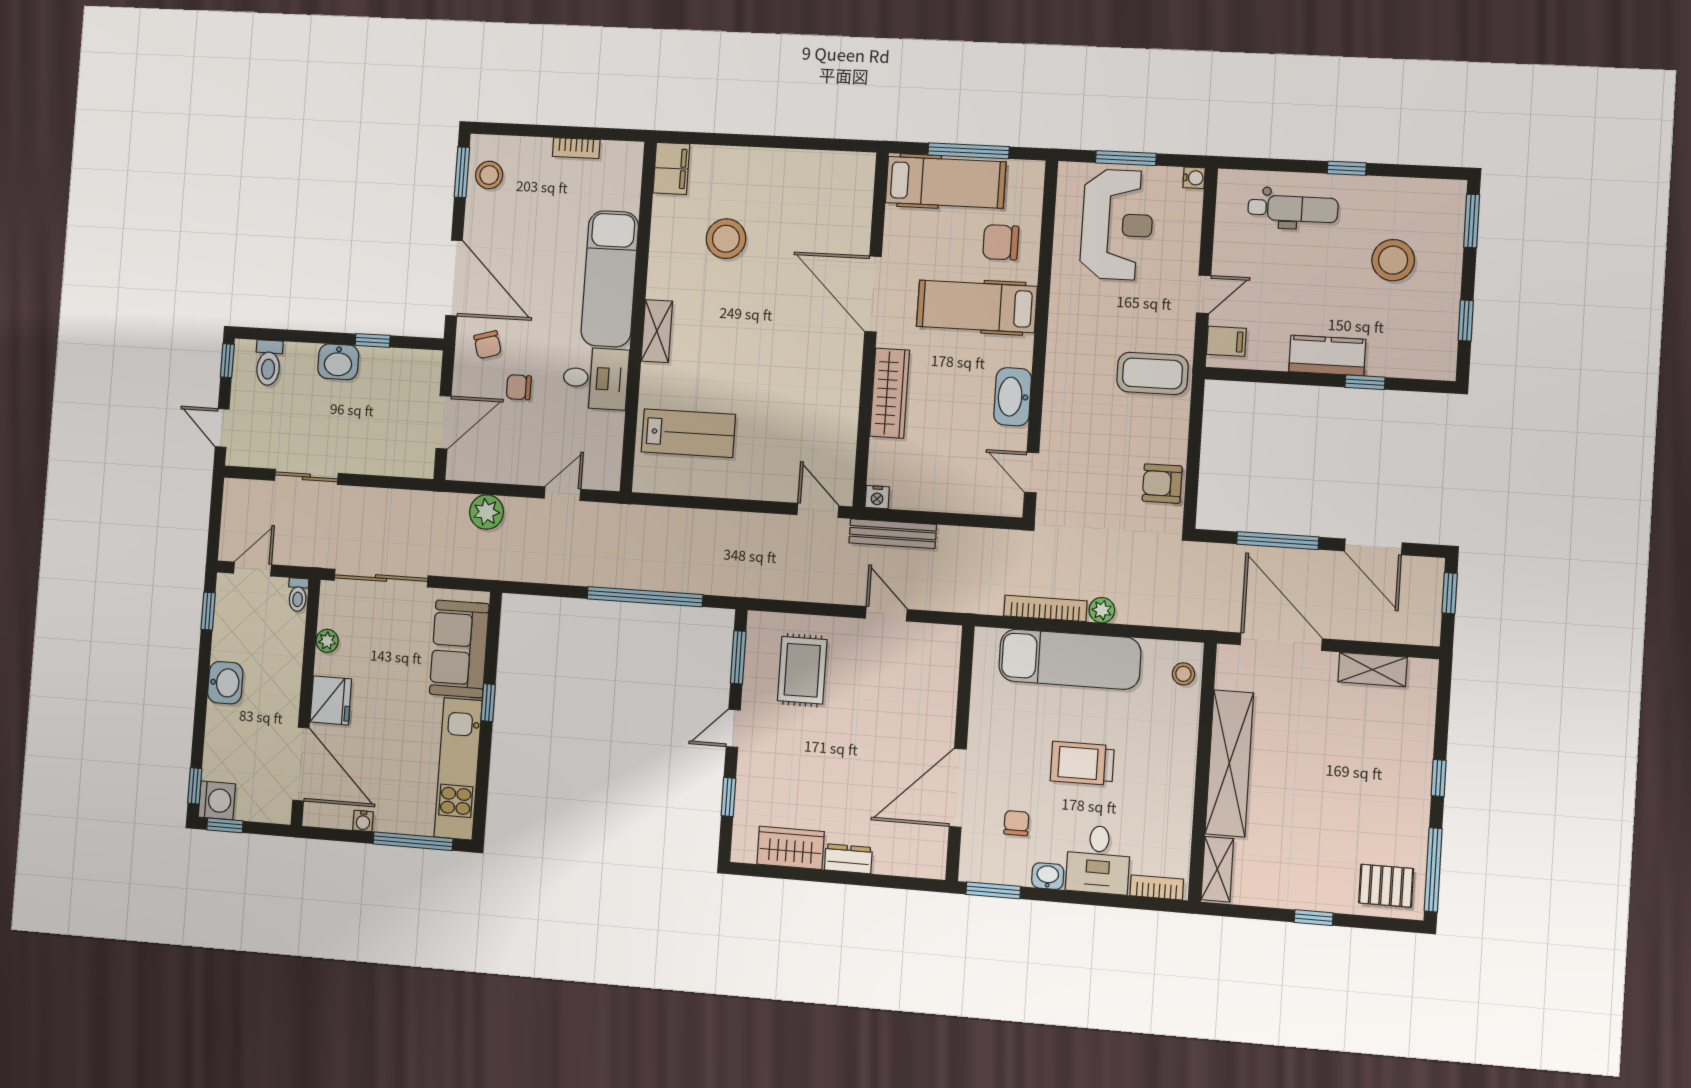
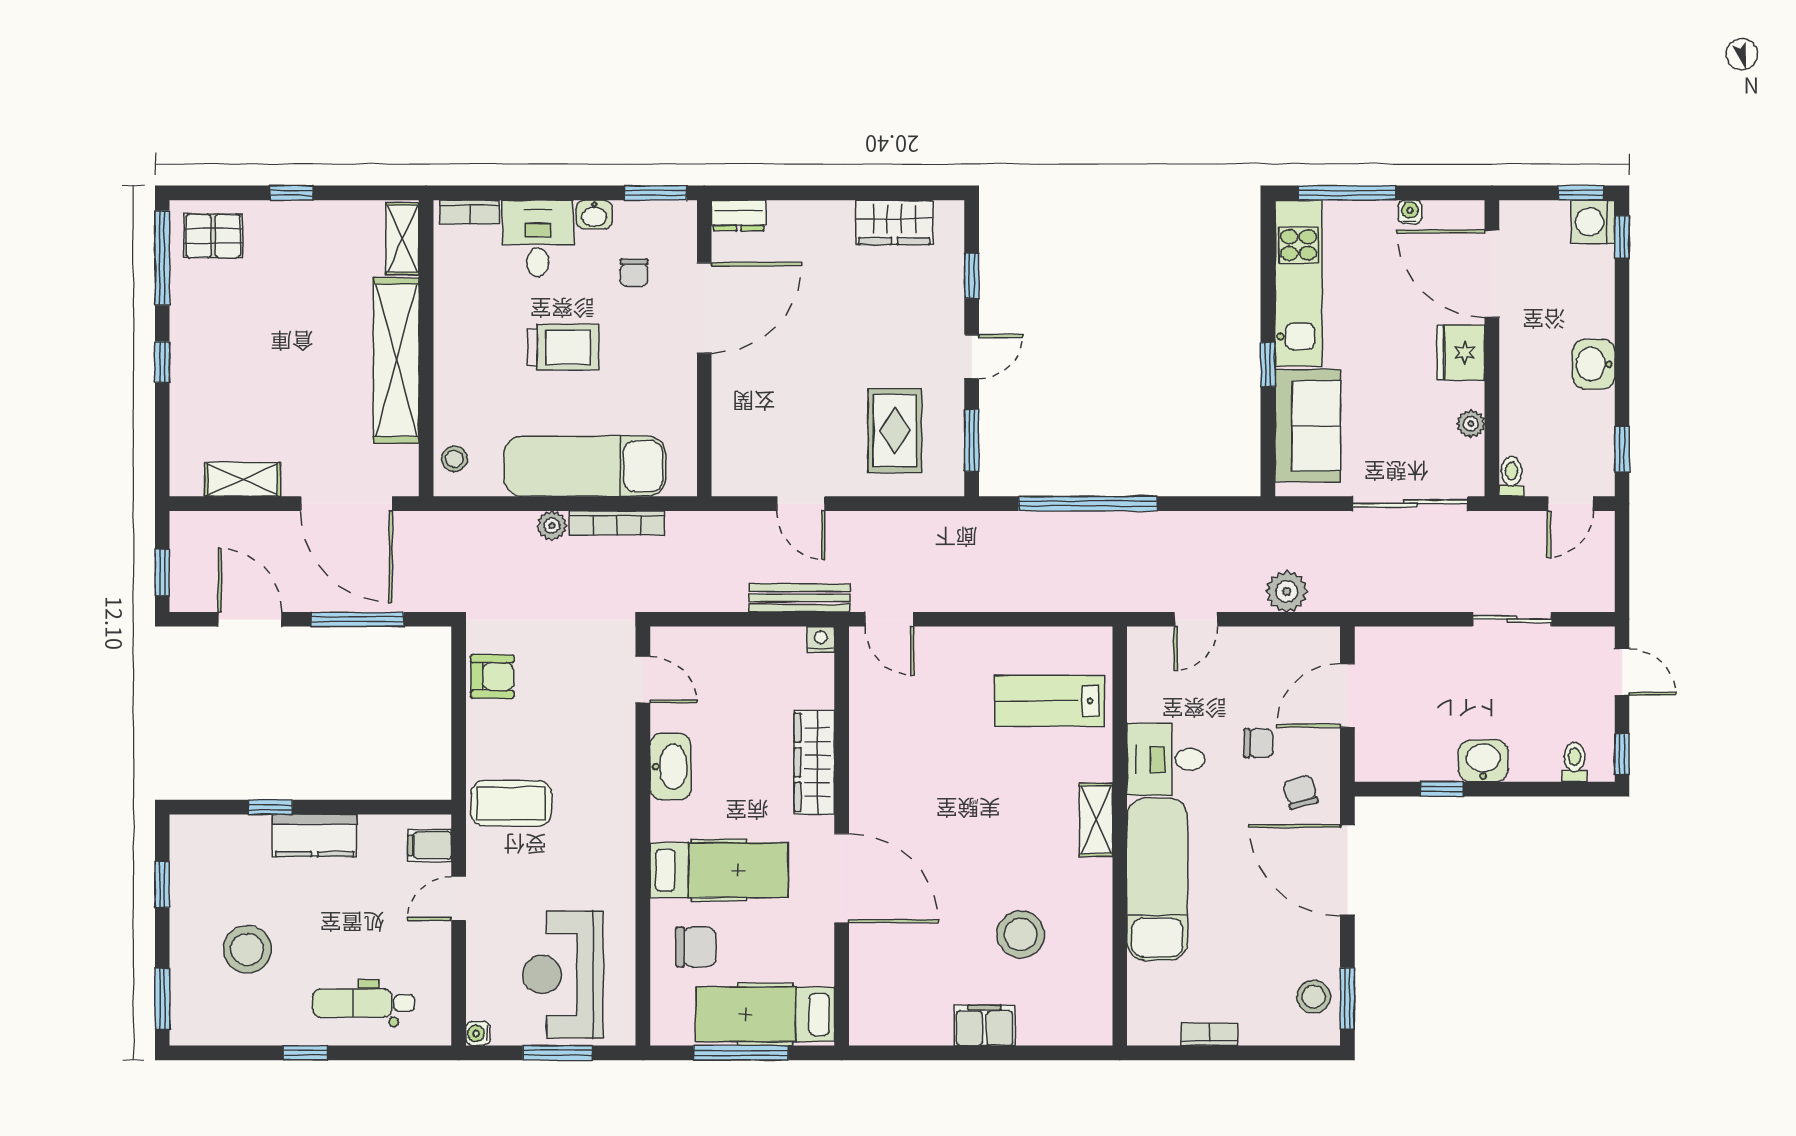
filing cabinet: (671, 168) -> (985, 1025), moved, turned 90
toilet: (269, 363) -> (1575, 762), width x0.73, depth x0.72
dresser: (848, 859) -> (739, 215), moved

